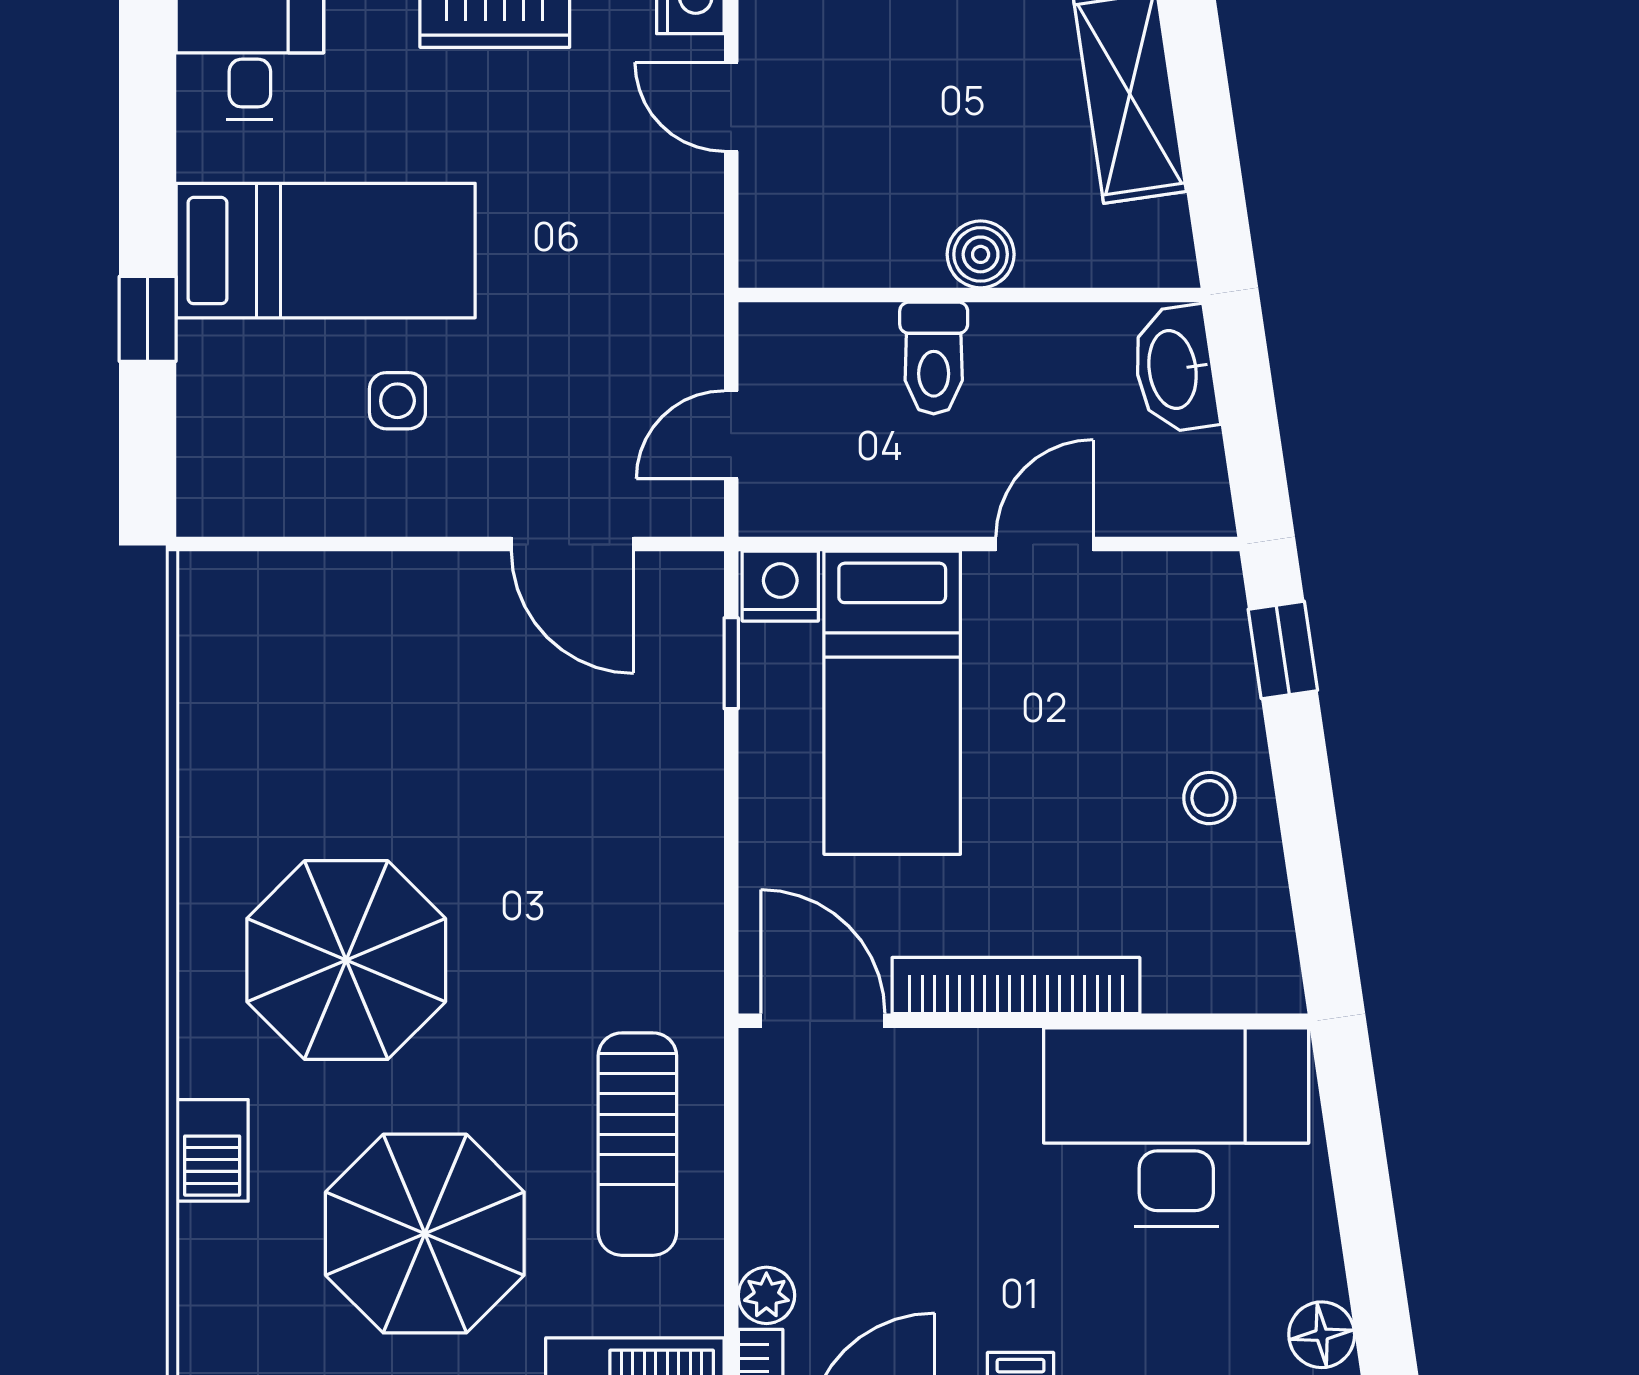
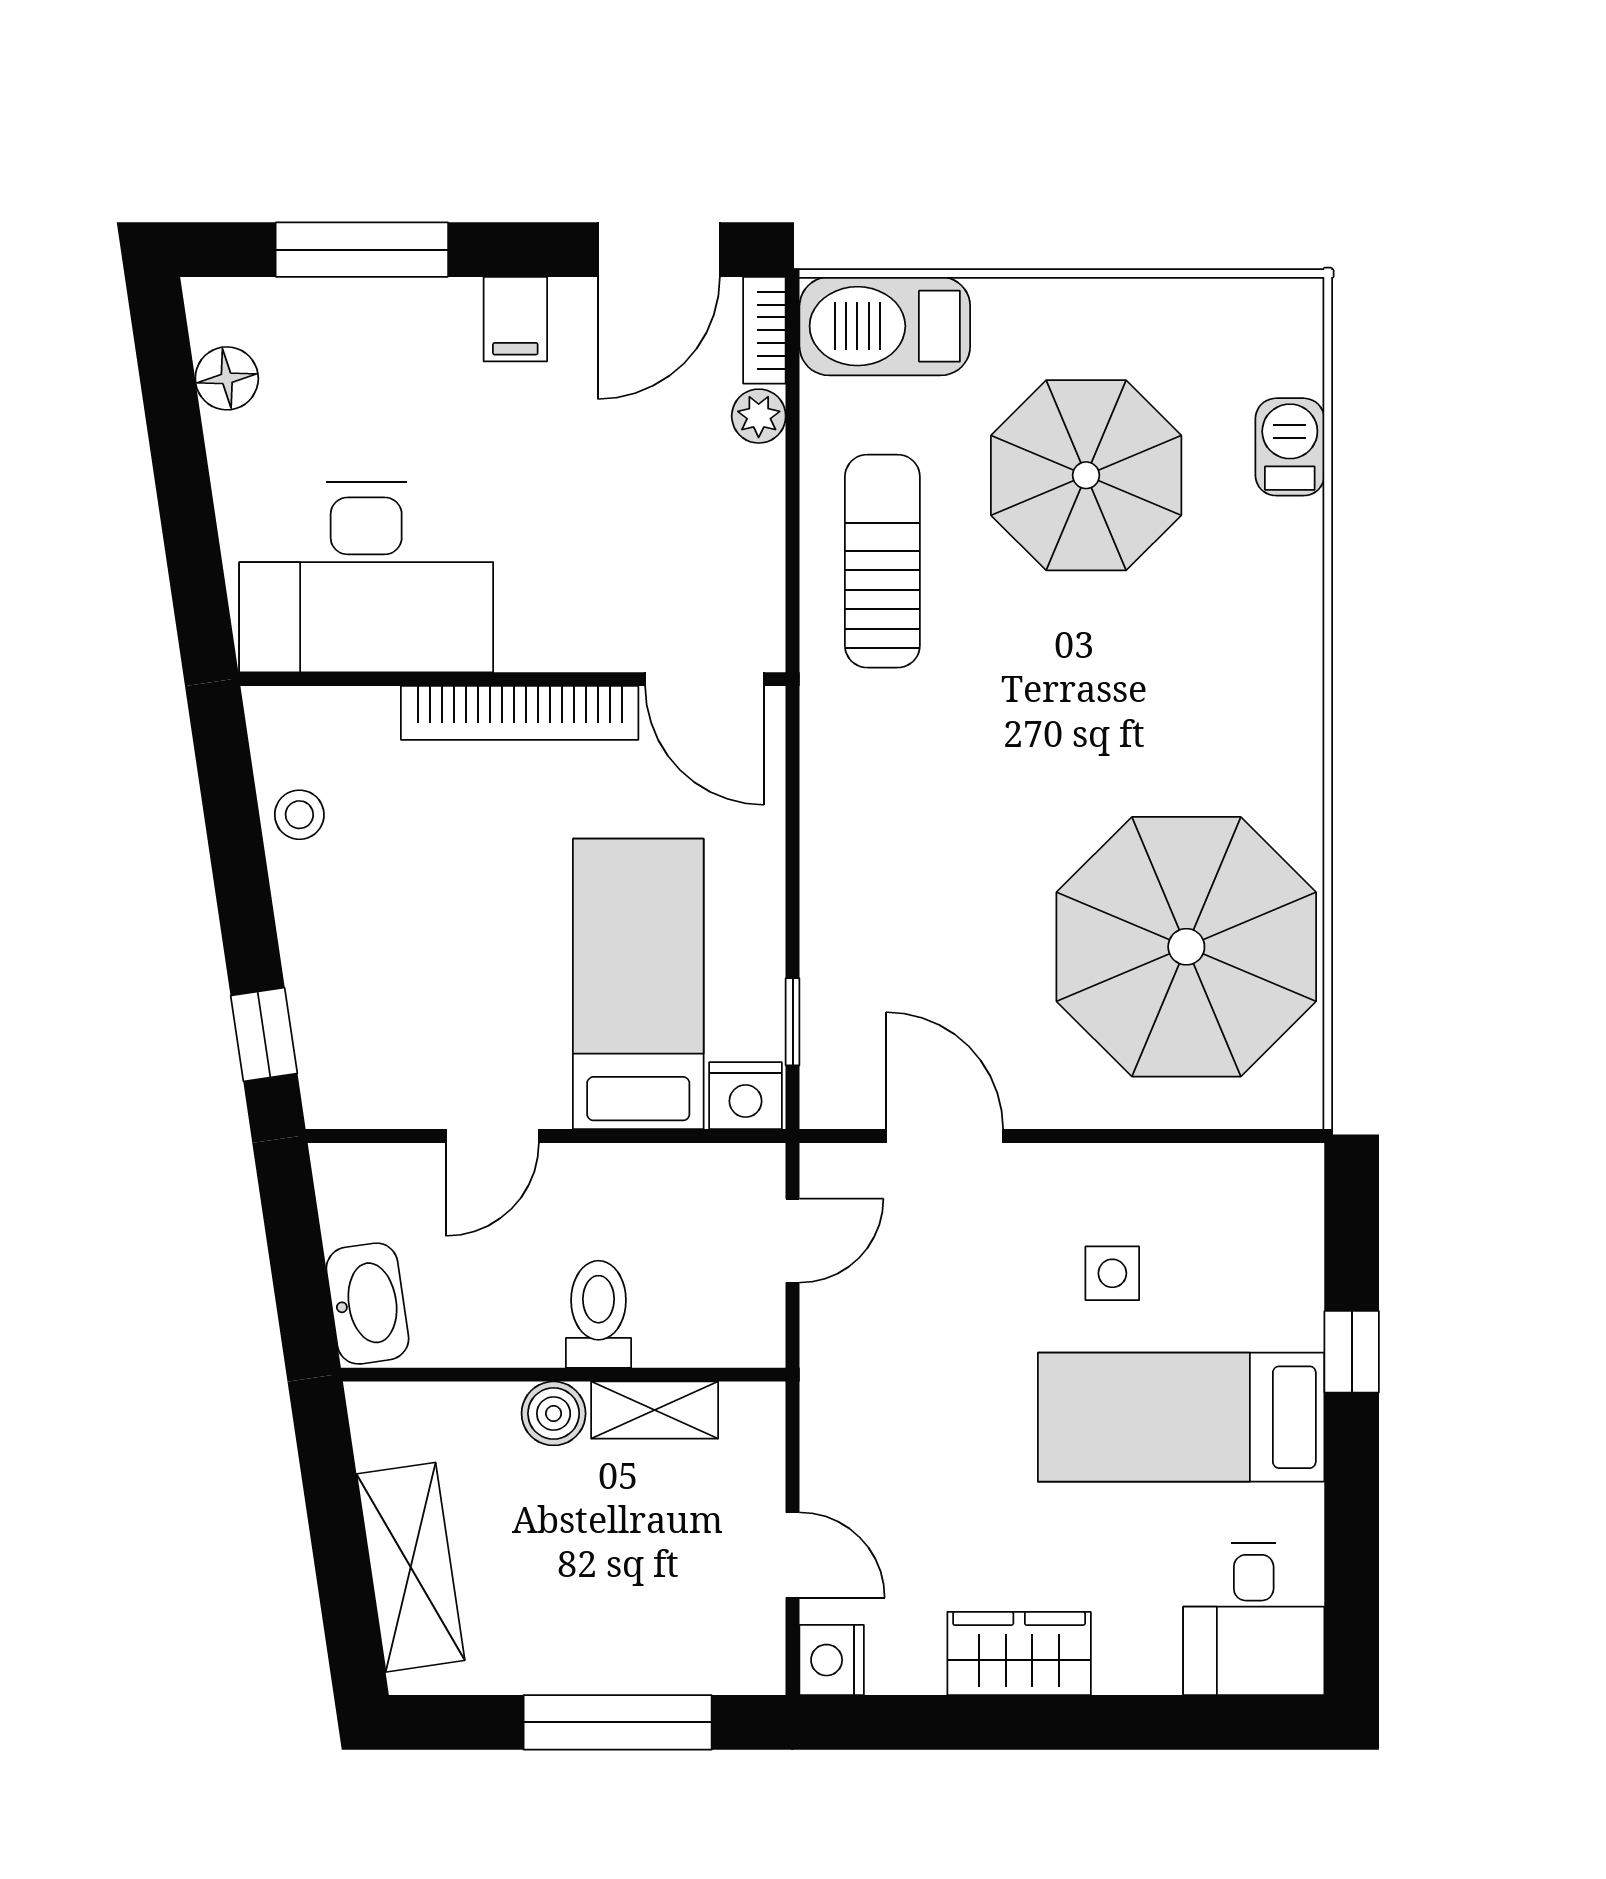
shelving: (875, 258) -> (655, 1410), added
stool: (1209, 798) -> (299, 815), moved
parasol: (346, 960) -> (1186, 947), moved, width x1.36, depth x1.36
barbecue: (212, 1150) -> (1290, 447), moved

